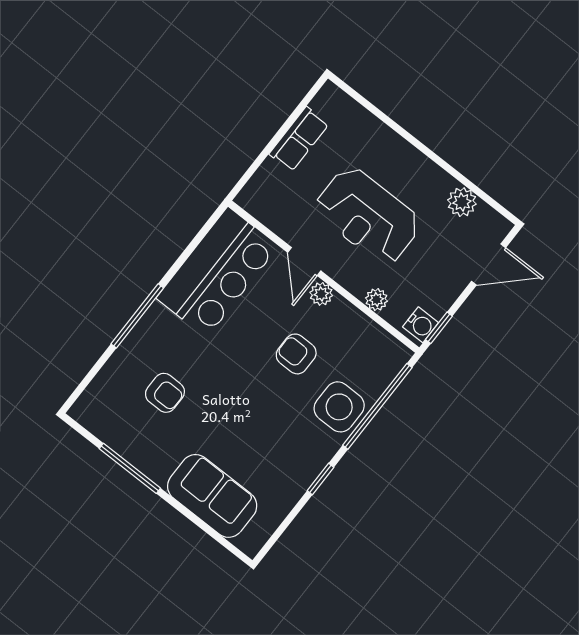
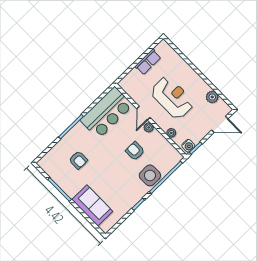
reception desk: (368, 216) -> (172, 98), turned 180

